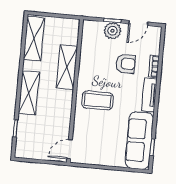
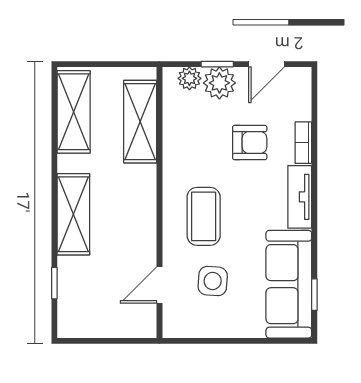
plant: (97, 27) -> (189, 78), added
shelving: (67, 67) -> (140, 122), moved
coffee table: (98, 100) -> (204, 216), turned 90
side table: (99, 135) -> (213, 281), added
door: (70, 149) -> (159, 285), moved

